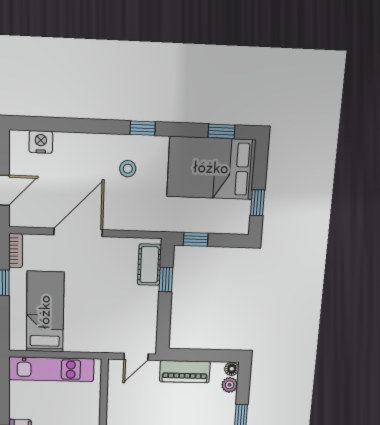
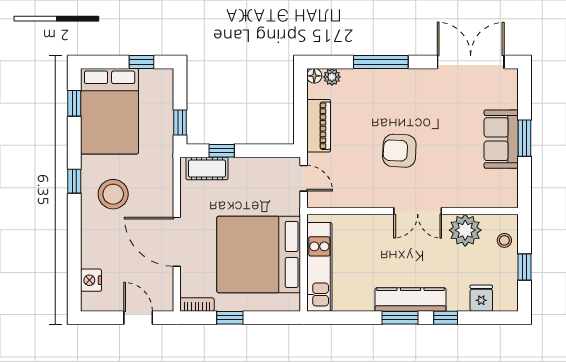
stool: (128, 169) -> (113, 194), width x1.89, depth x1.89
bed: (45, 312) -> (259, 254), width x2.04

